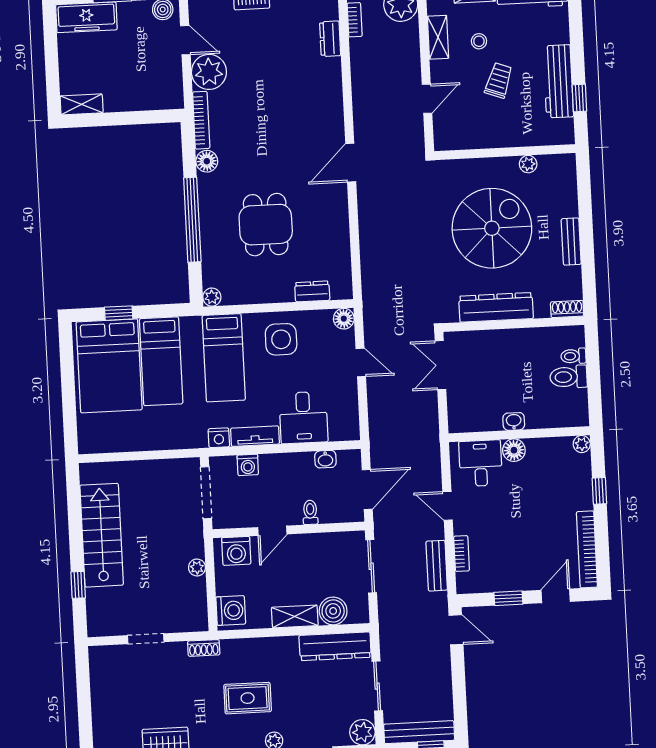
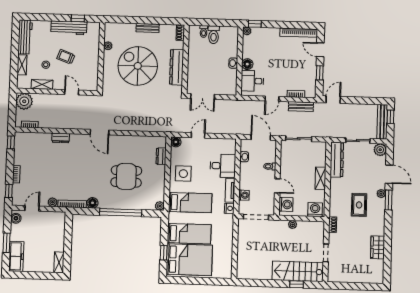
dresser: (330, 39) -> (61, 138), moved
plant: (209, 72) -> (53, 202), width x0.53, depth x0.53
window: (599, 491) -> (255, 24), moved
stairs: (102, 535) -> (298, 271), moved
boiler: (333, 611) -> (319, 159), removed

